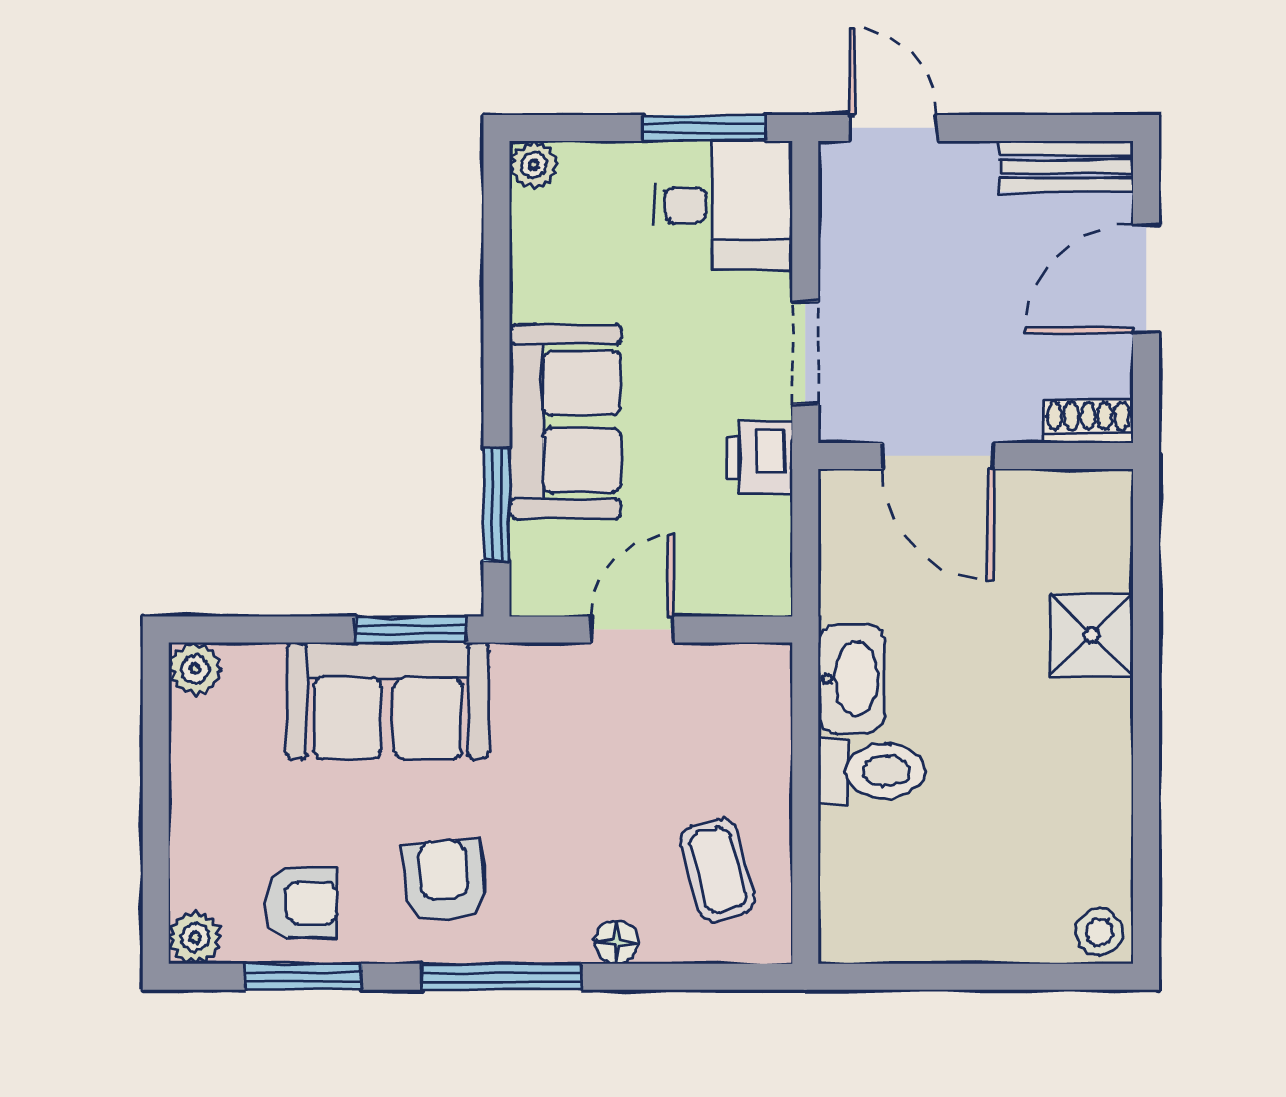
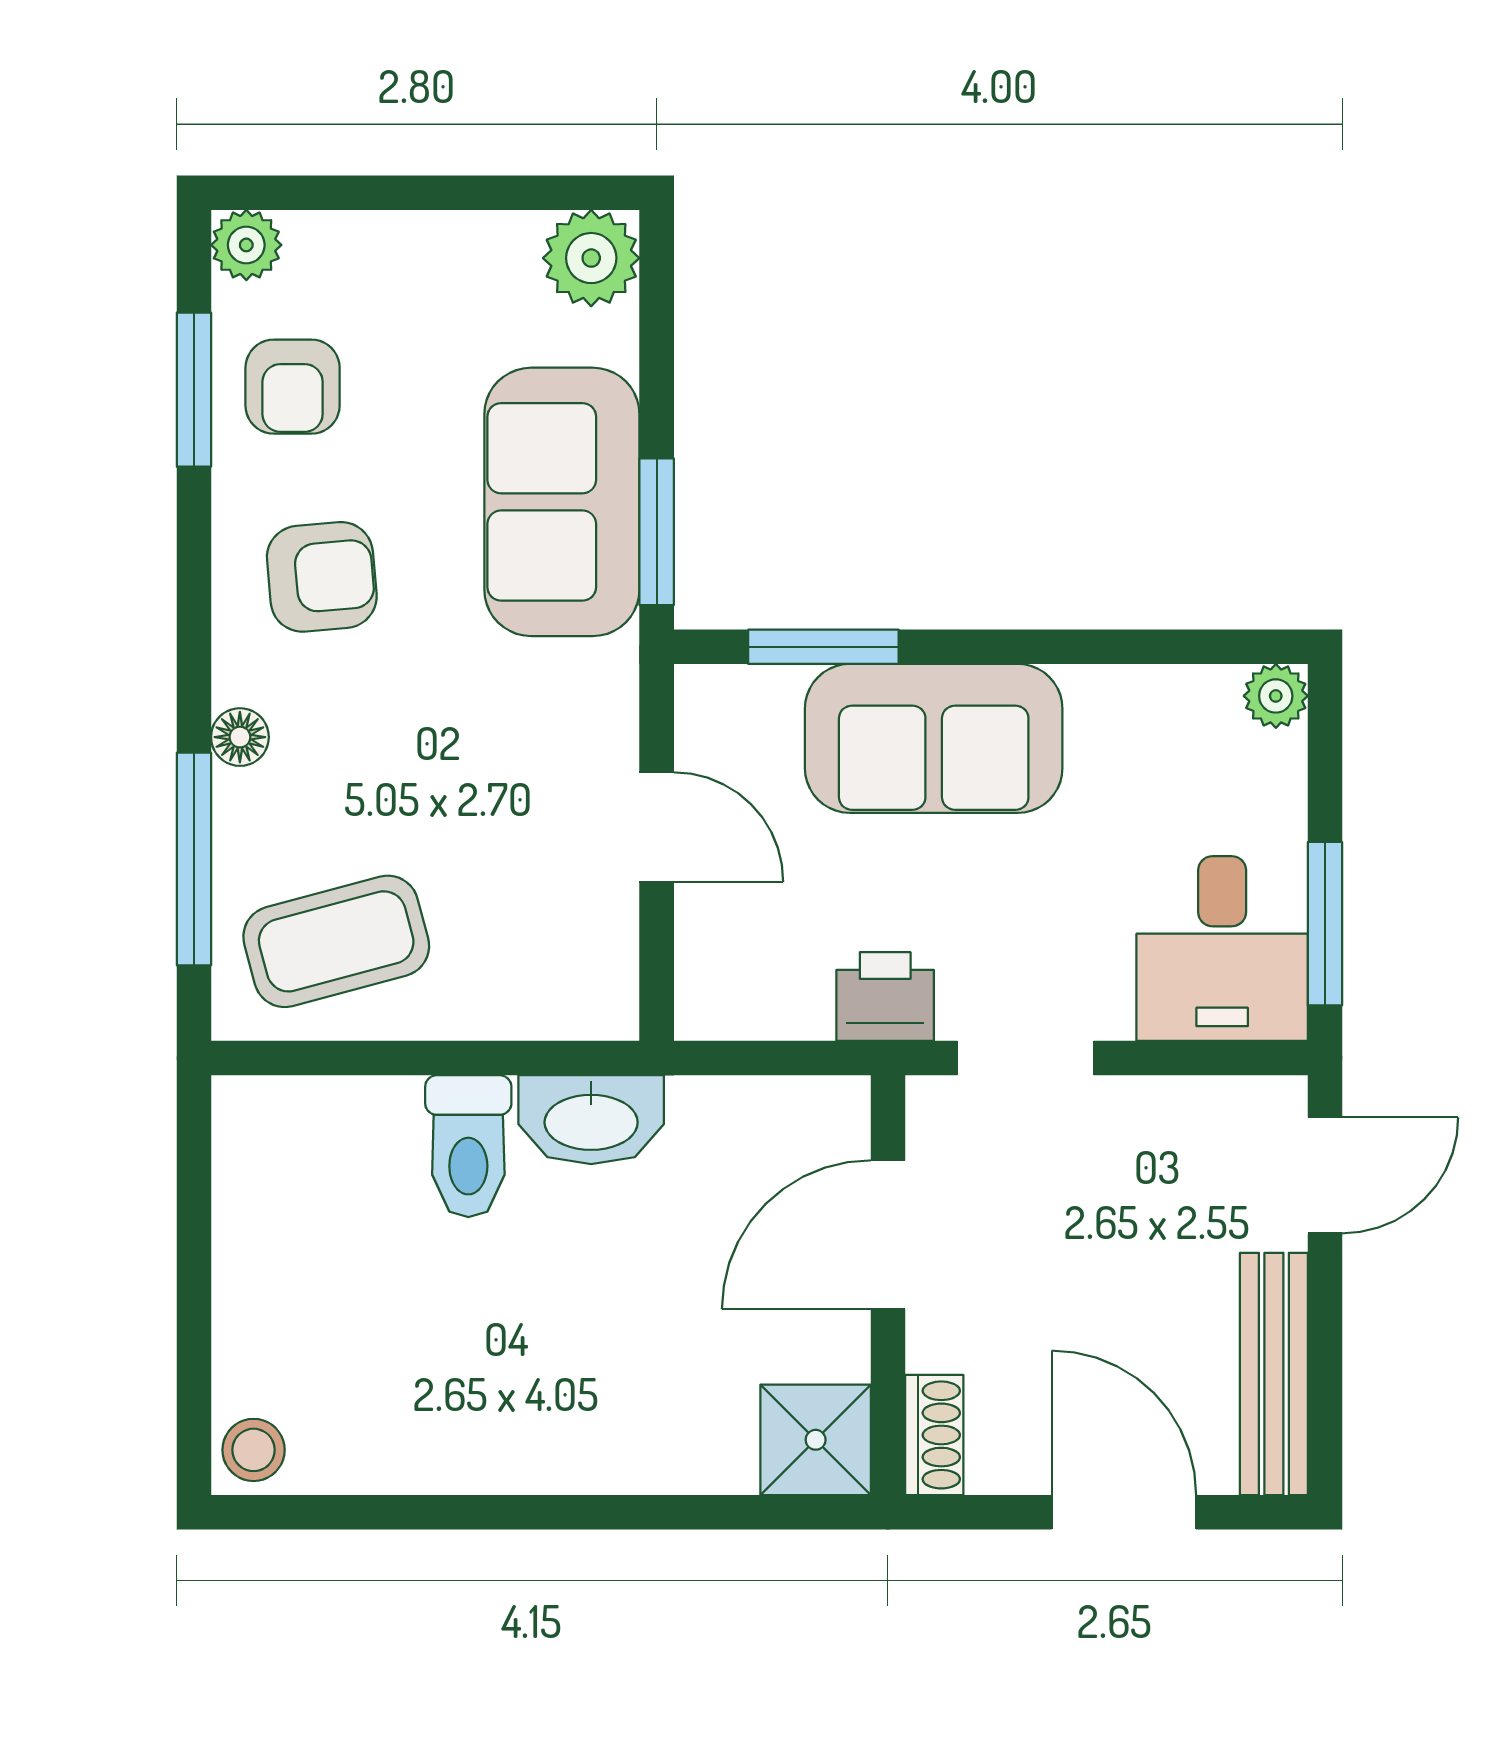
bench: (1067, 166) -> (1274, 1374), width x1.36
shower: (1092, 635) -> (816, 1440), moved
plant: (195, 669) -> (591, 258), width x1.38, depth x1.38
coffee table: (718, 870) -> (336, 941), width x1.36, depth x1.30
floor lamp: (617, 942) -> (240, 737), moved
window: (502, 977) -> (194, 859), moved

